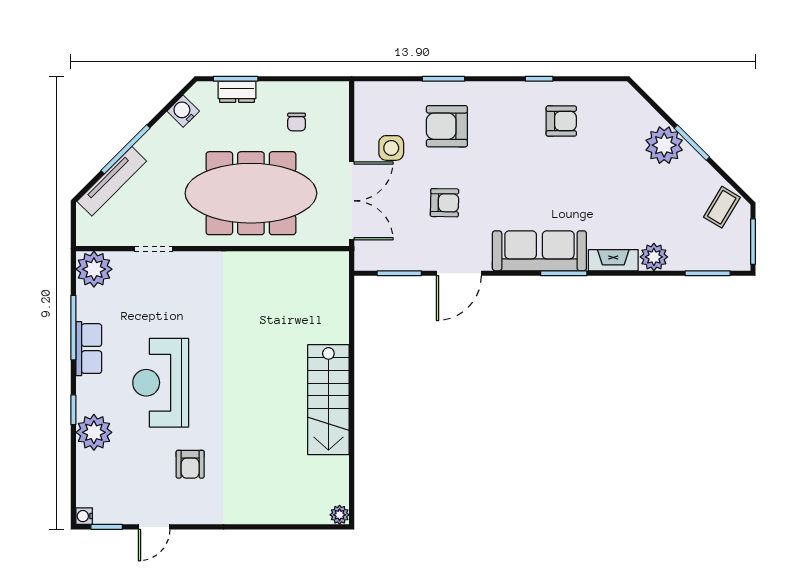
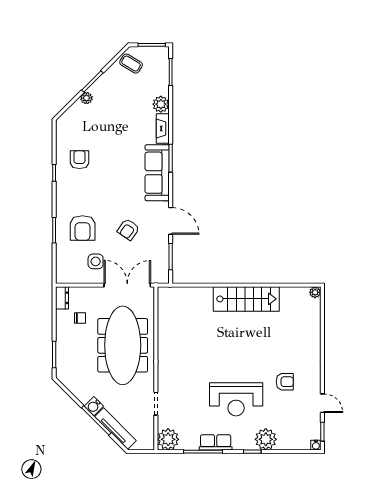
dresser: (237, 92) -> (62, 298), moved
water cooler: (183, 111) -> (94, 406), moved
plant: (664, 145) -> (86, 98), width x0.53, depth x0.53
armchair: (445, 203) -> (128, 229), turned -146

